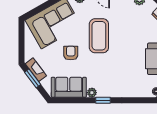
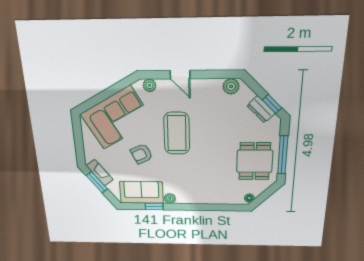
armchair: (71, 53) -> (142, 154), turned -115
window: (103, 100) -> (154, 206), moved

